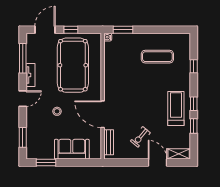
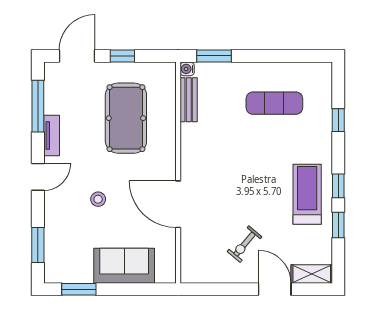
pool table: (73, 65) -> (126, 118), width x0.73, depth x0.76
bench: (109, 142) -> (189, 100), moved

